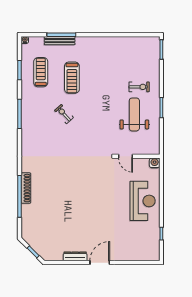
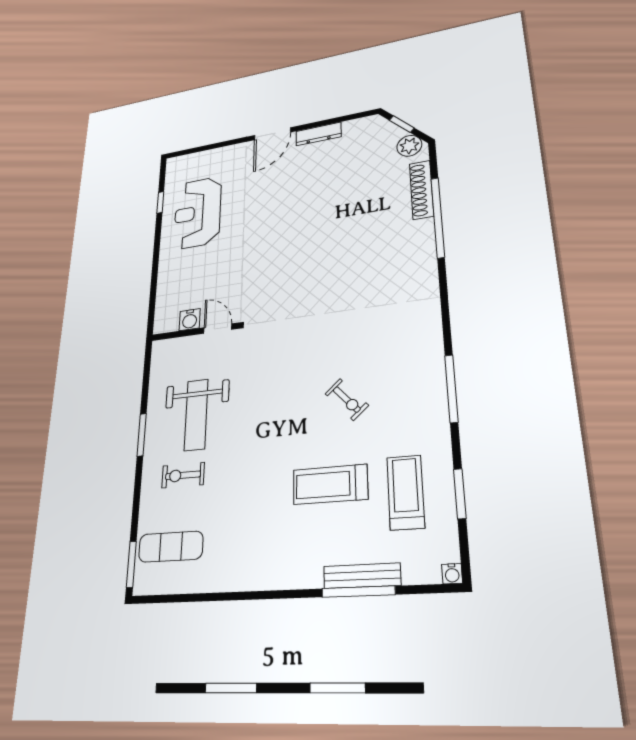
exercise mat: (143, 56) -> (171, 547), added
treadmill: (41, 72) -> (406, 492), turned 180
treadmill: (72, 78) -> (330, 484), turned -90
water cooler: (155, 163) -> (190, 320), moved
shoe rack: (26, 188) -> (422, 190), moved
reception desk: (143, 201) -> (198, 213), moved
plant: (30, 238) -> (409, 146), added

